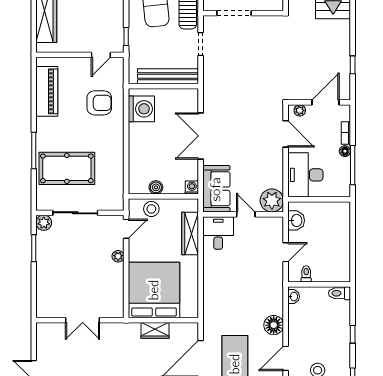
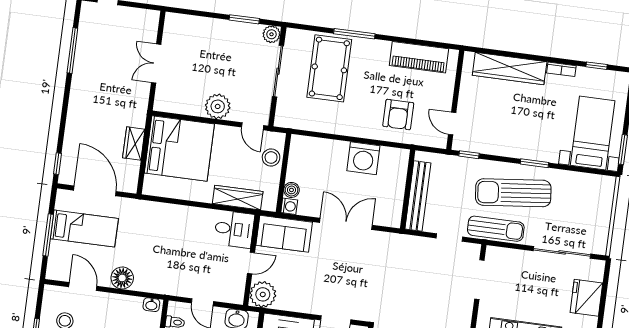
washing machine: (141, 109) -> (363, 158), moved
boiler: (156, 187) -> (291, 190), moved
plant: (118, 256) -> (218, 106), width x1.87, depth x1.87

